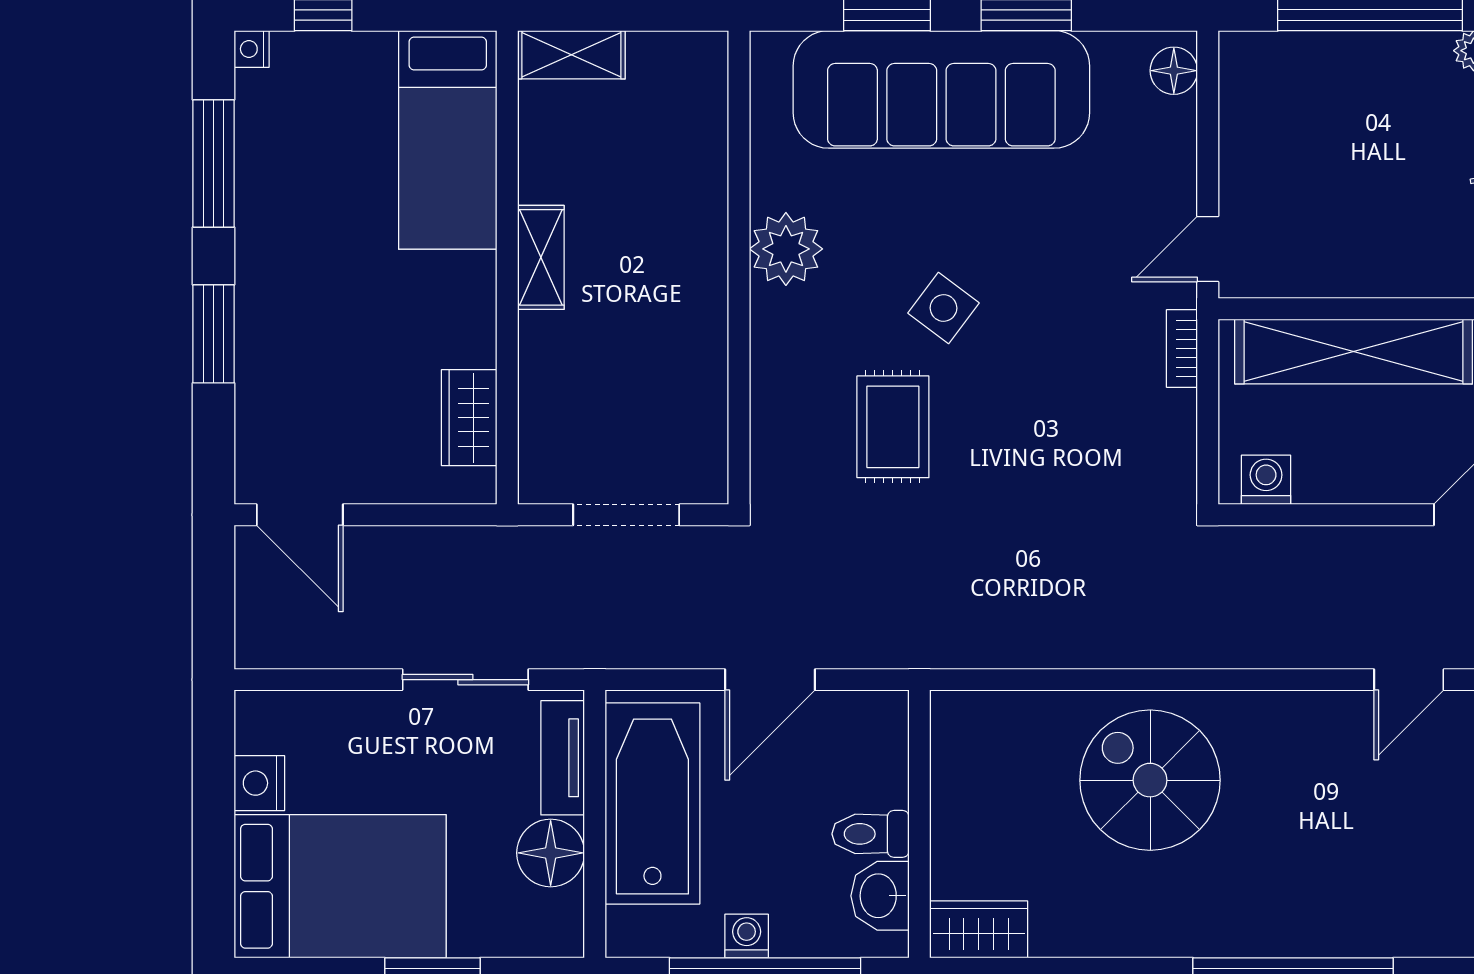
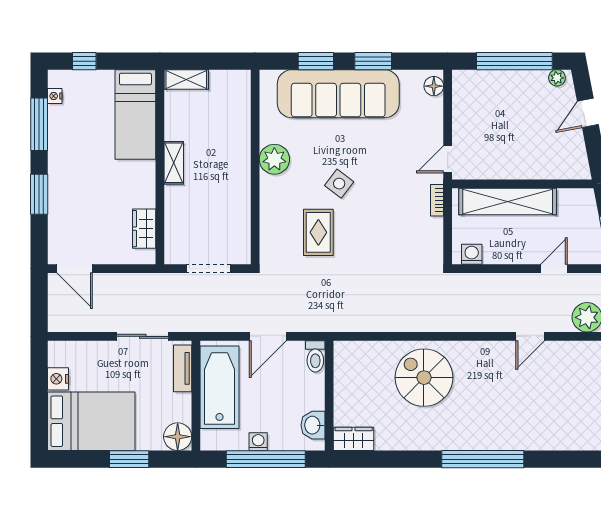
nightstand: (252, 49) -> (55, 96), moved
toilet: (870, 834) -> (315, 356), moved, turned -90
floor lamp: (551, 853) -> (178, 437), moved

